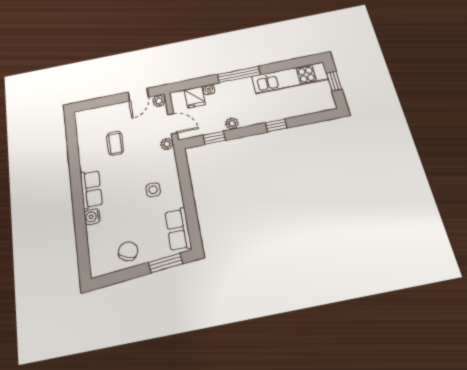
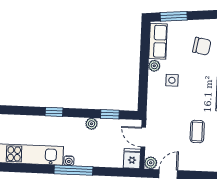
water cooler: (209, 90) -> (69, 161), moved
fridge: (195, 97) -> (132, 159), moved
plant: (167, 144) -> (154, 66), moved
chair: (128, 251) -> (202, 46), moved, turned -101

